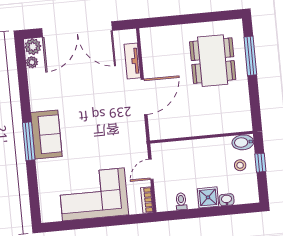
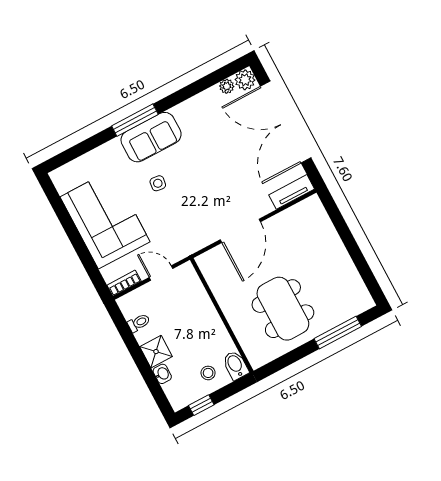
tv unit: (132, 61) -> (292, 192), moved
dining table: (213, 61) -> (283, 309), moved, turned 90
door: (144, 97) -> (240, 231), hinge flipped
side table: (83, 144) -> (158, 183), added
window: (260, 163) -> (201, 405), moved

